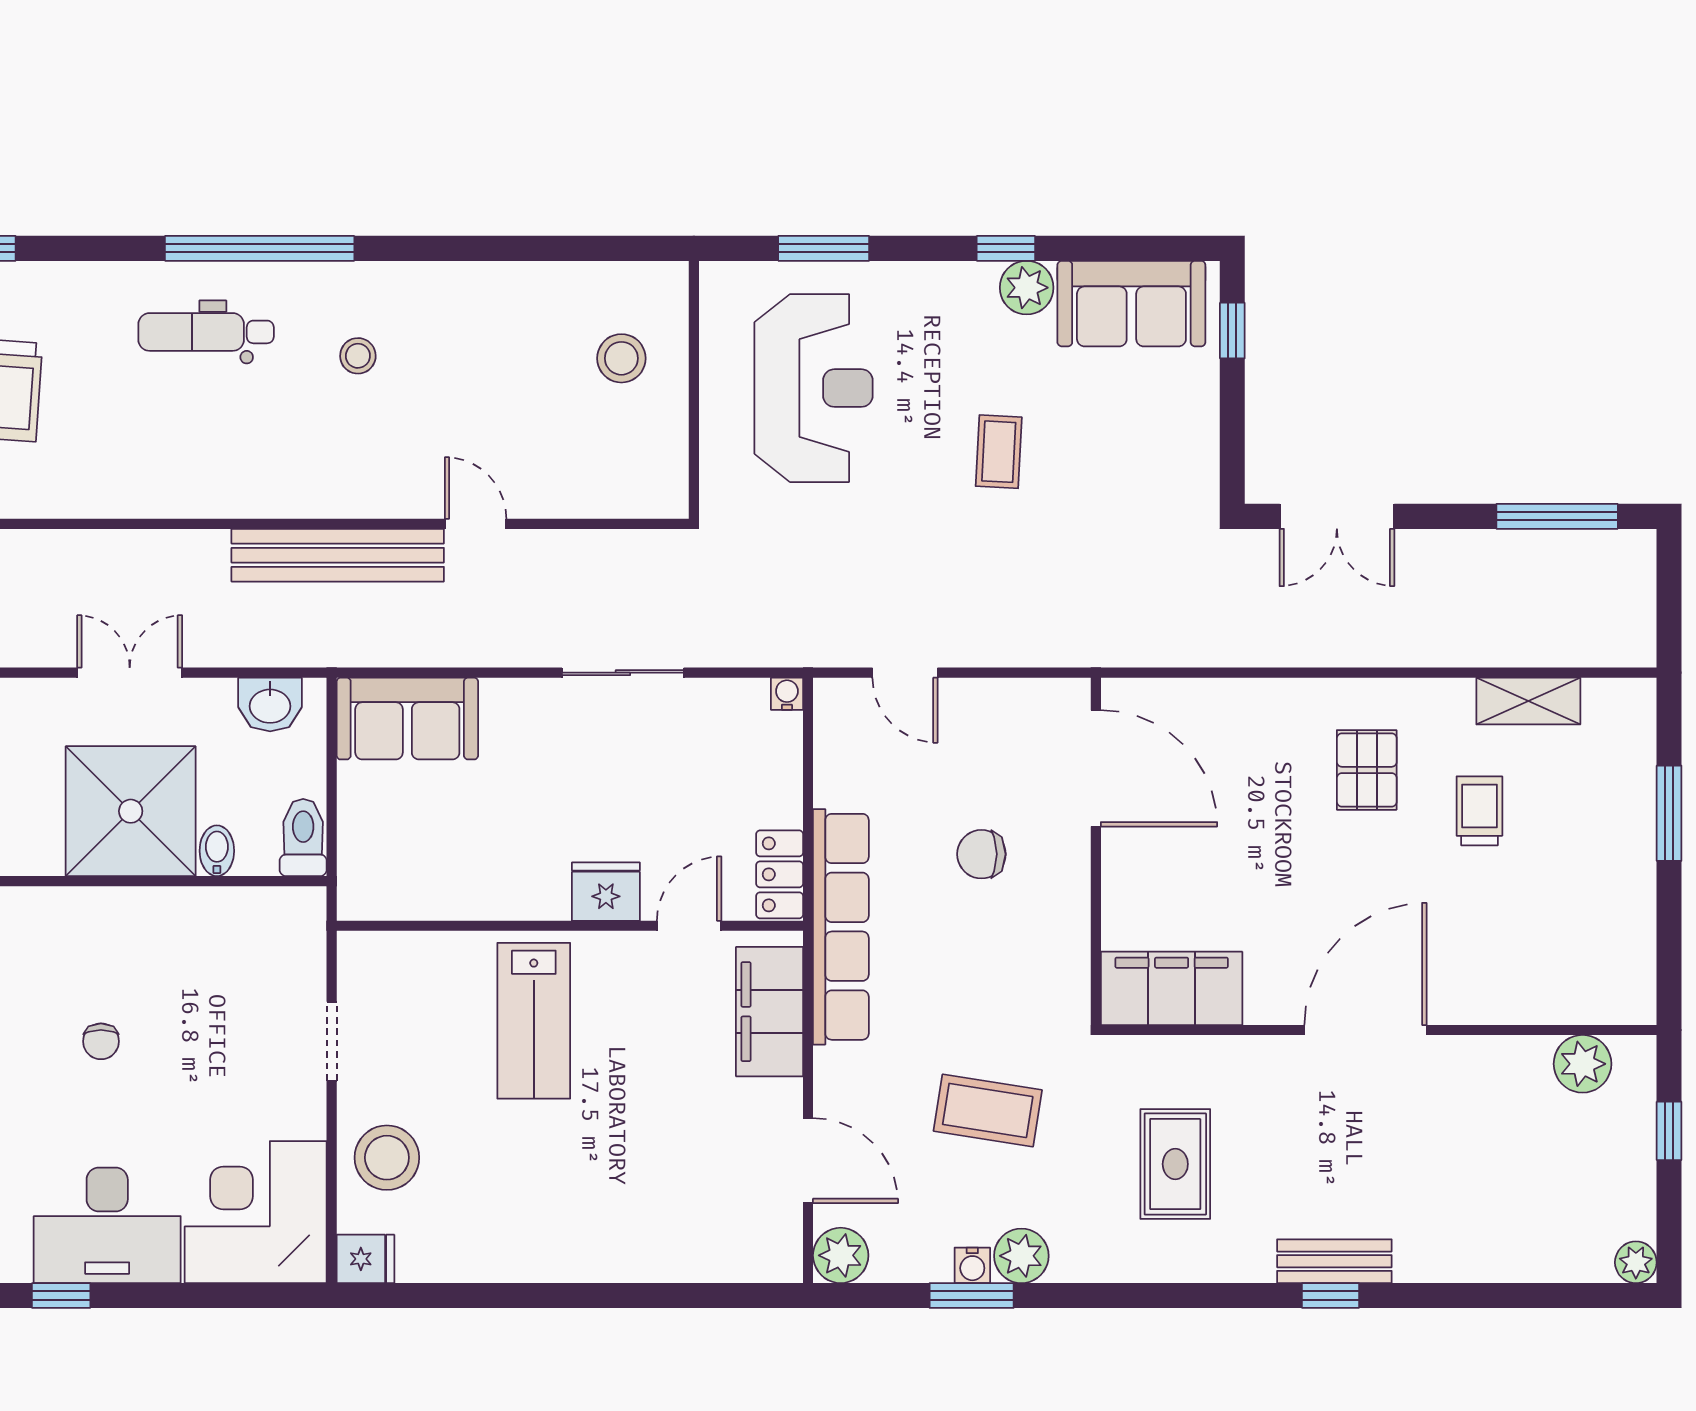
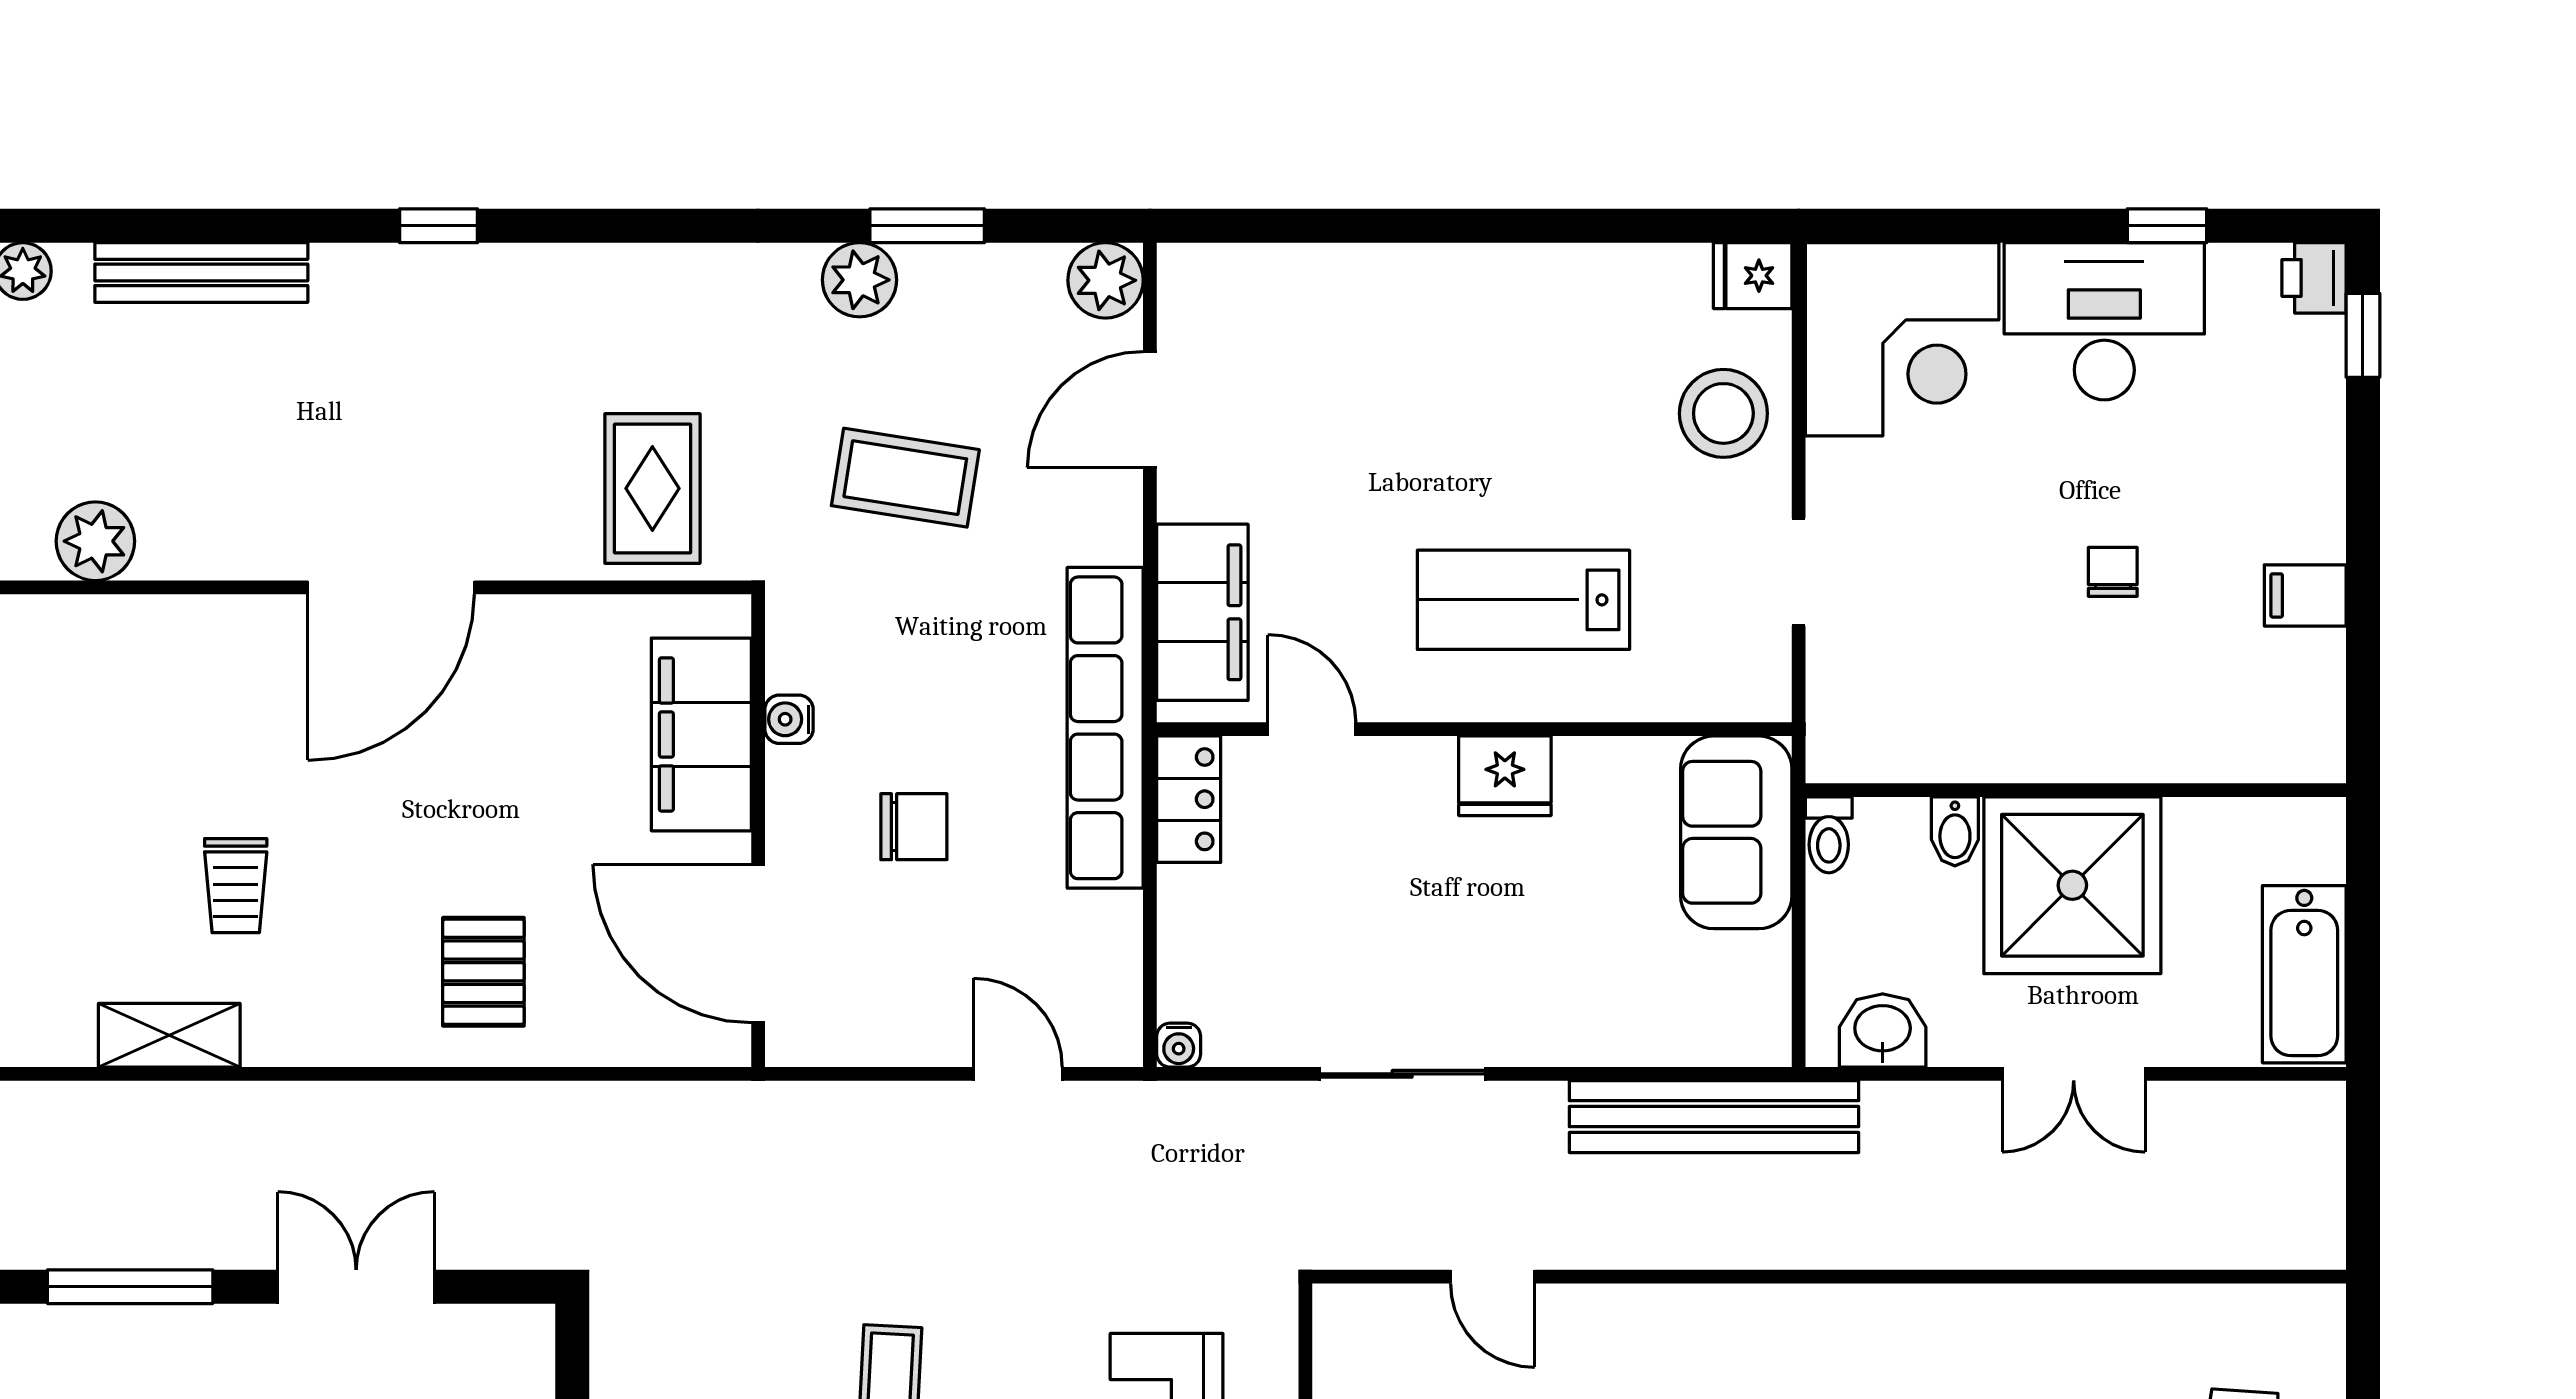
double door: (1337, 516) -> (356, 1287), moved
door: (476, 524) -> (1493, 1277), moved
bench: (338, 555) -> (1714, 1117), moved
sofa: (407, 719) -> (1736, 832), moved, turned -90
pallet: (1367, 770) -> (483, 972), moved
toilet: (303, 837) -> (1829, 835), width x0.73, depth x0.72
fridge: (606, 892) -> (1505, 776), moved
door: (689, 926) -> (1312, 729), swing flipped
filing cabinet: (1172, 988) -> (701, 734), moved, turned 90
lab bench: (534, 1021) -> (1523, 600), turned -90
door: (808, 1161) -> (1150, 409), hinge flipped
rug: (1175, 1164) -> (652, 488), moved
bench: (1334, 1261) -> (201, 272), moved, width x1.36
water cooler: (972, 1265) -> (789, 719), moved, turned -90

